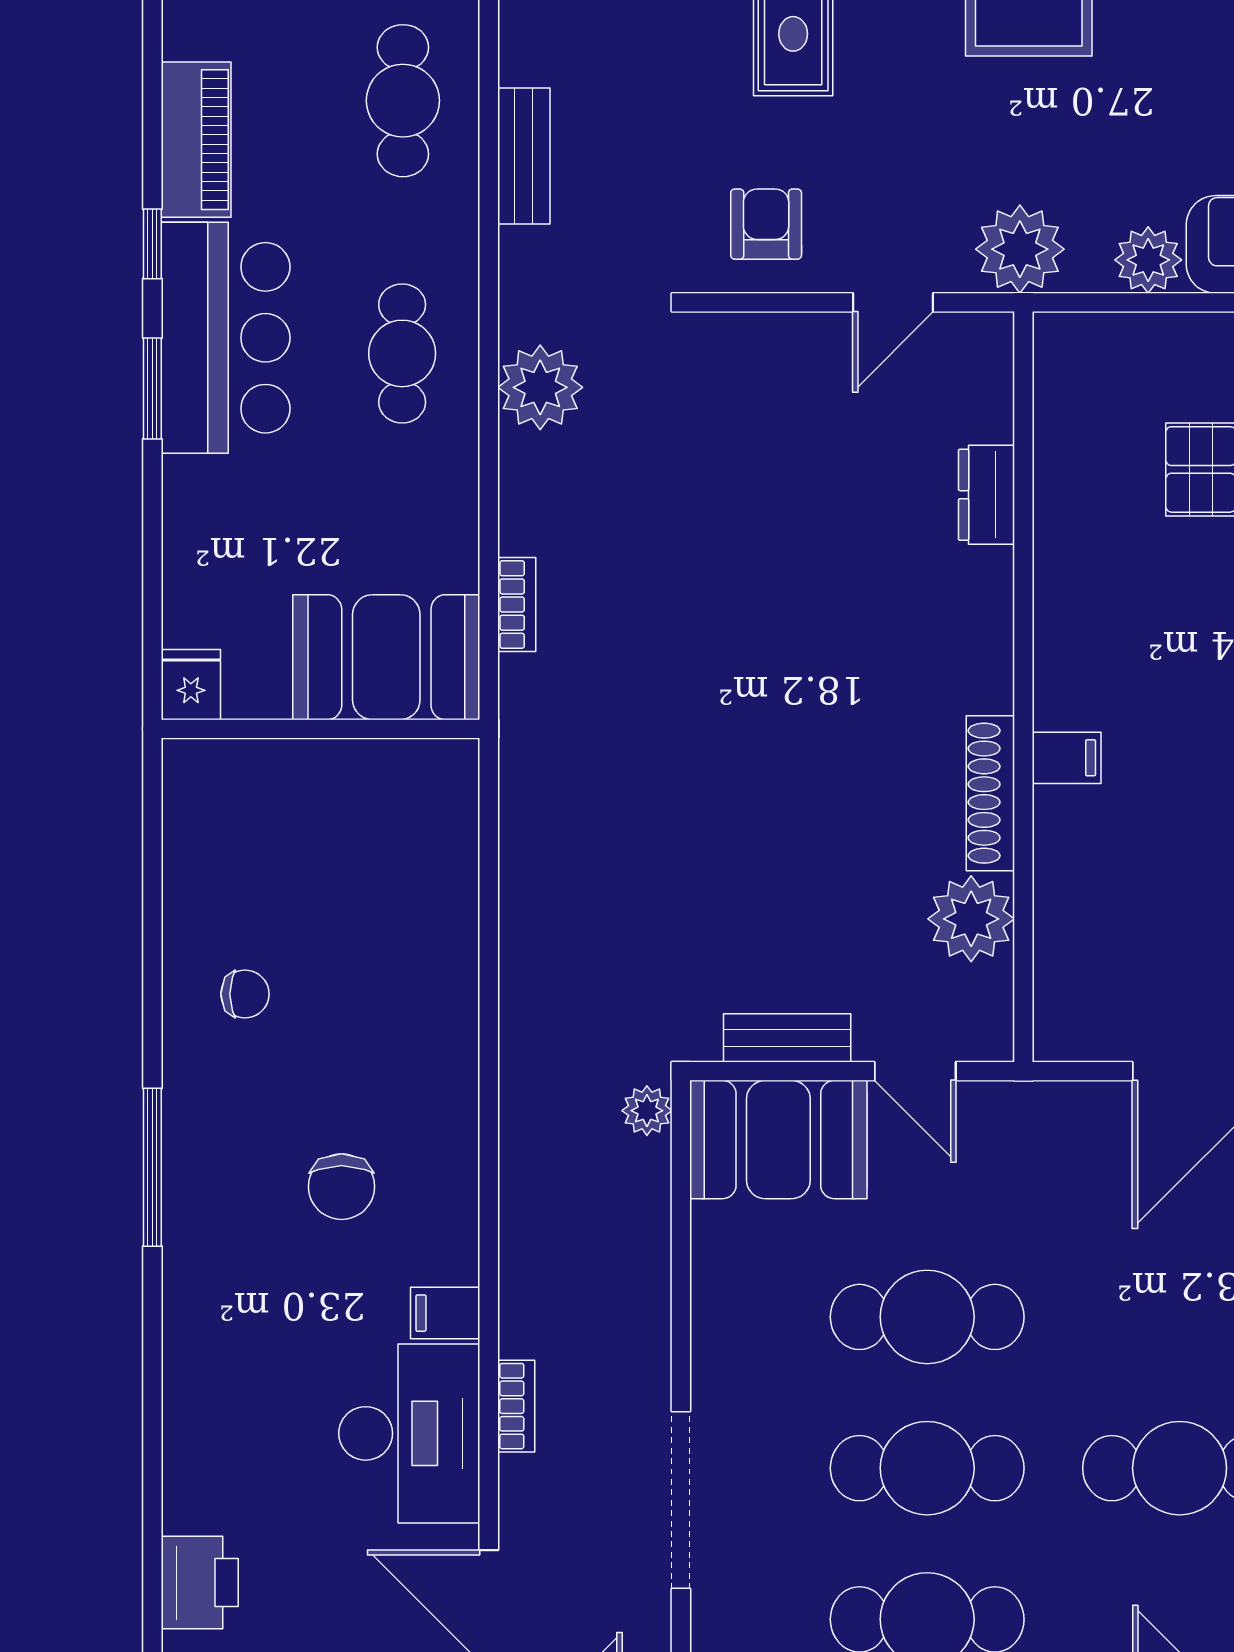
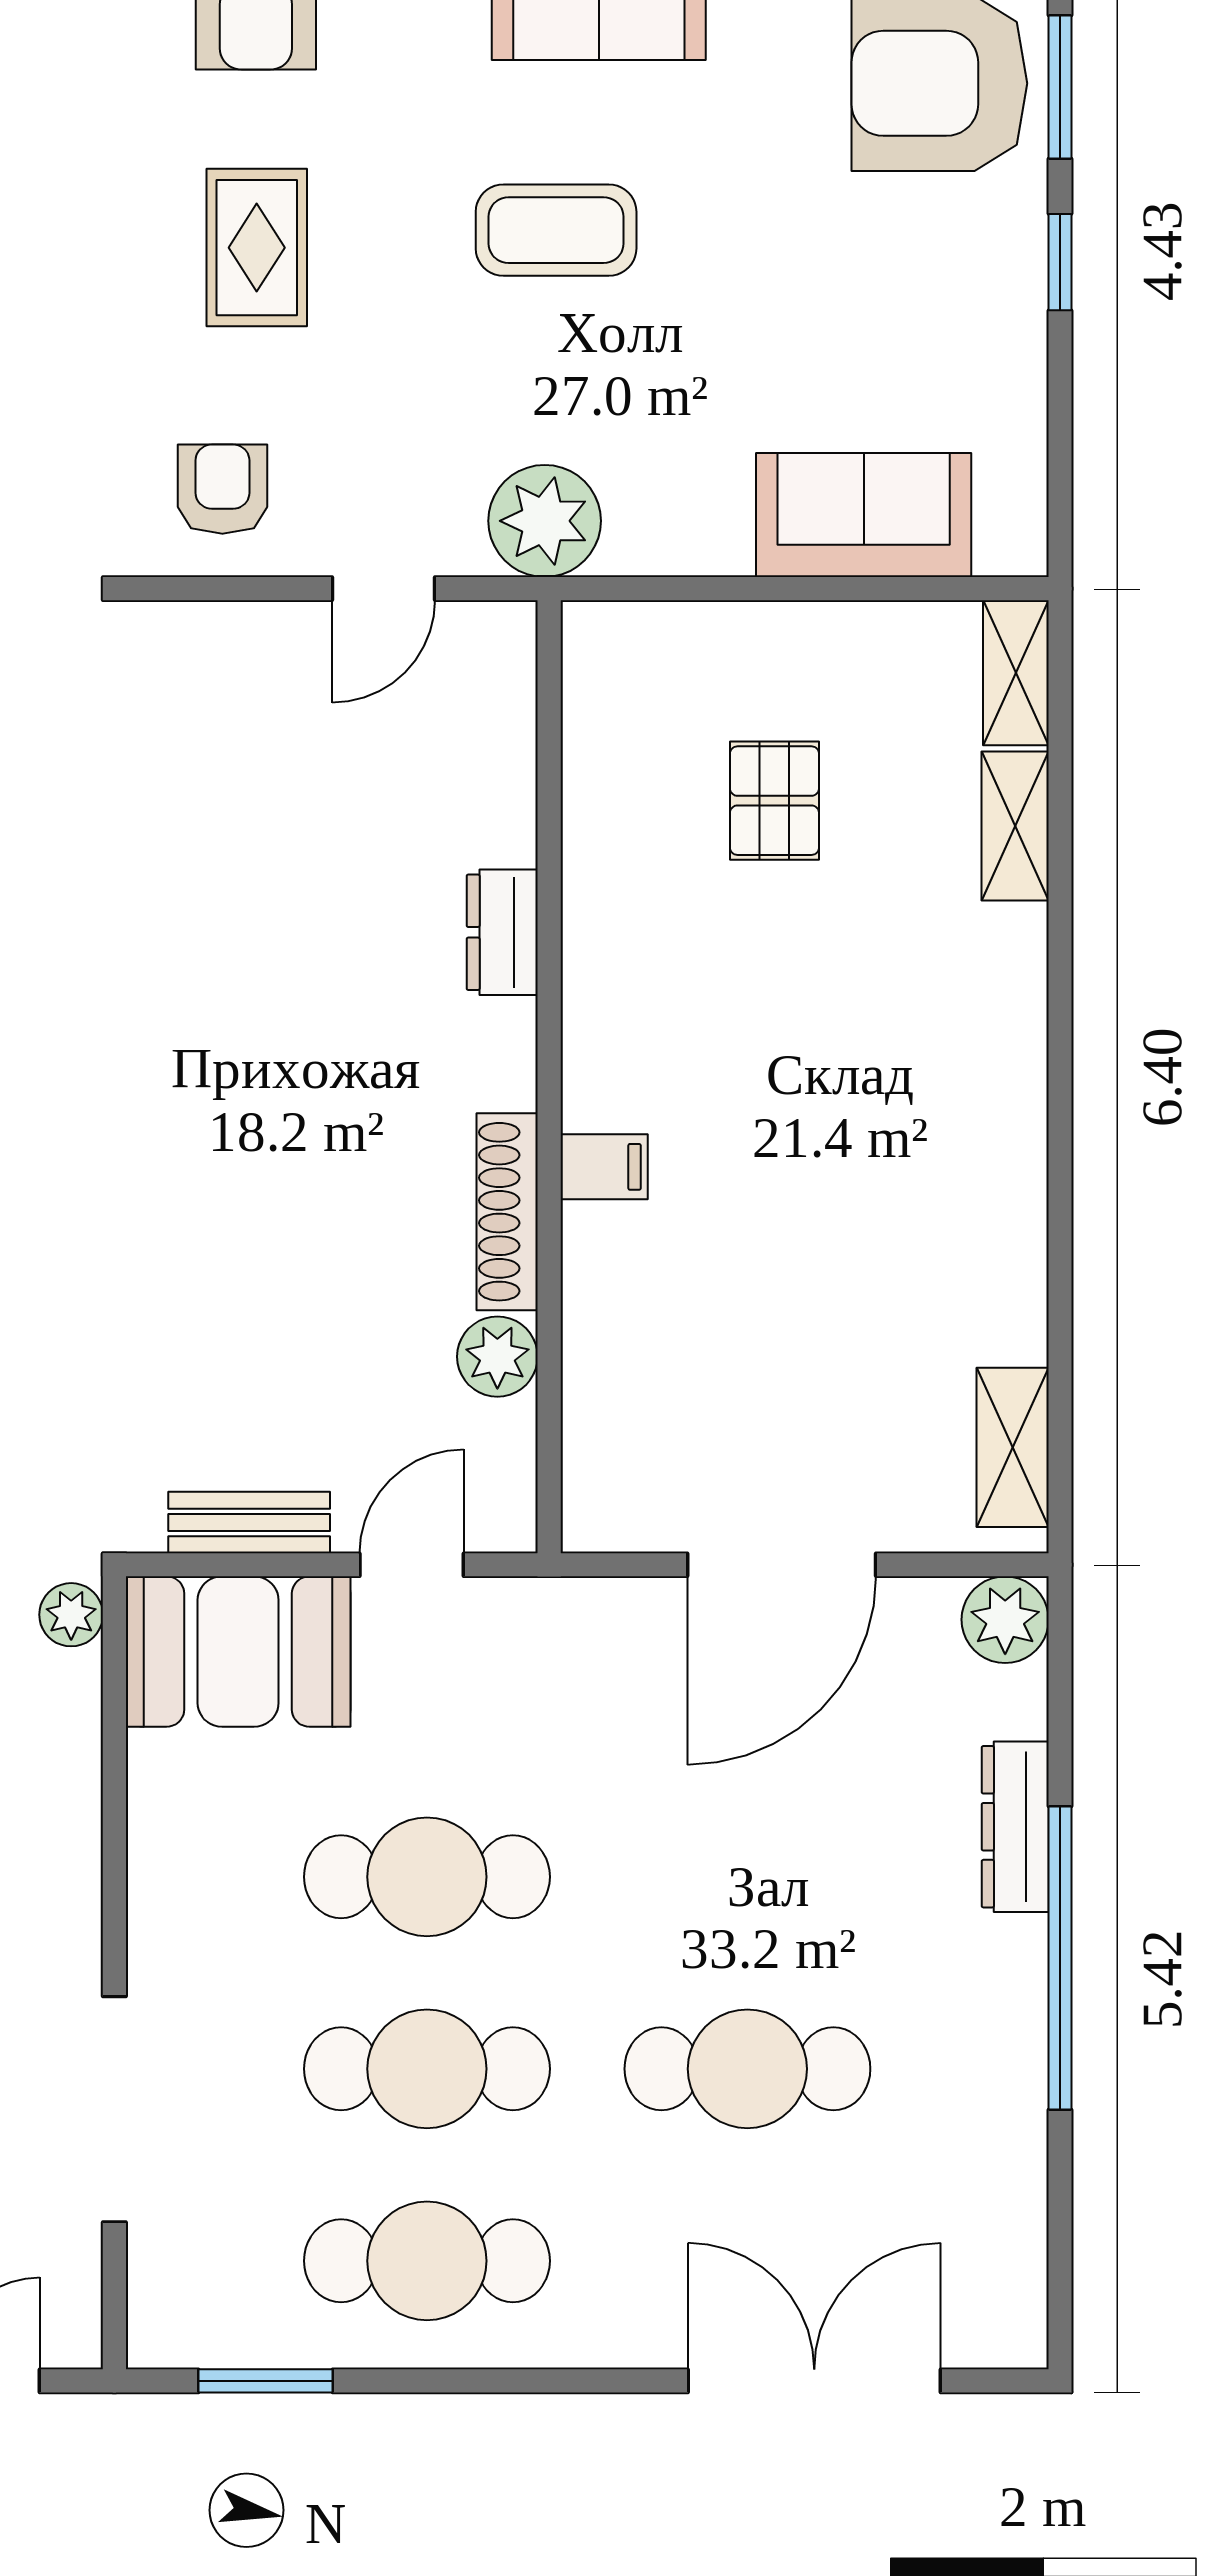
plant: (1148, 260) -> (708, 535), removed
dresser: (986, 495) -> (502, 932), moved
plant: (971, 919) -> (497, 1357), width x0.73, depth x0.73
door: (915, 1071) -> (412, 1565), swing flipped

